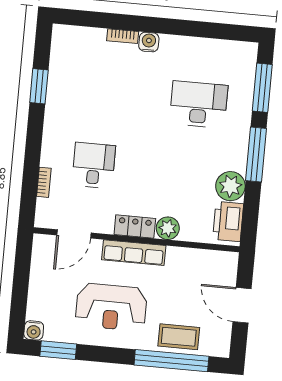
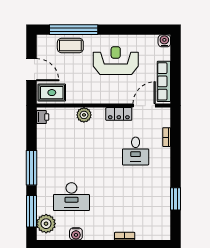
water cooler: (149, 42) -> (76, 234), moved
plant: (230, 186) -> (46, 224), moved
printer: (228, 222) -> (43, 117), width x0.53, depth x0.68
locker: (135, 227) -> (119, 114), moved
row of seats: (134, 253) -> (164, 81), moved, turned -90
rug: (214, 267) -> (52, 93), added
window: (58, 350) -> (147, 30), removed

